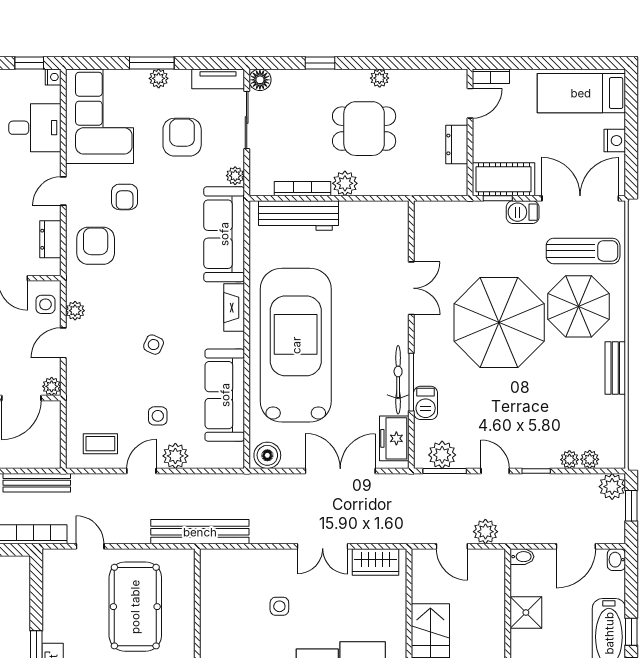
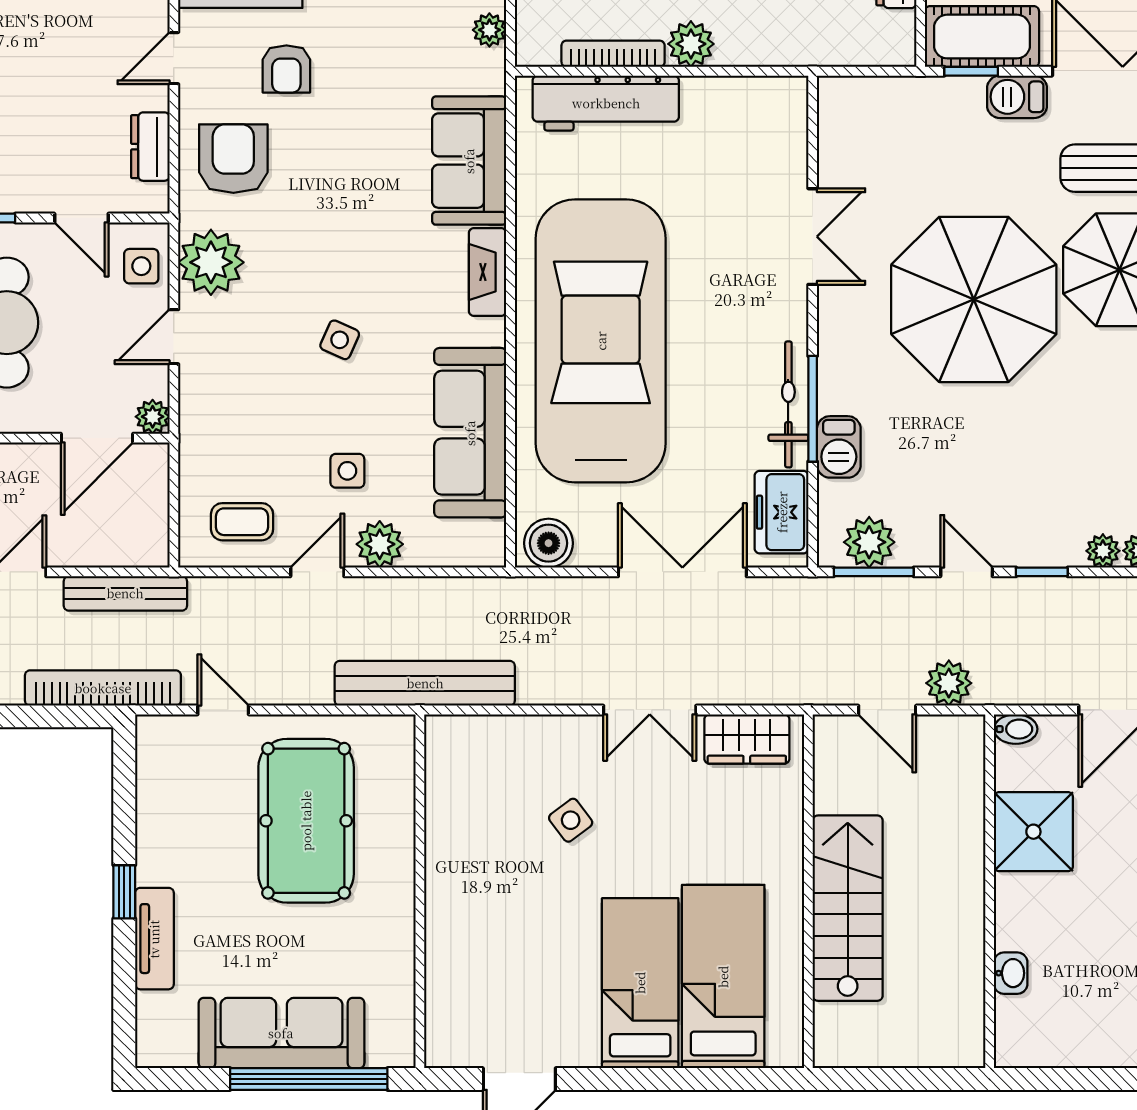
sofa: (224, 234) -> (469, 161), width x0.73
plant: (75, 311) -> (211, 262), width x1.88, depth x1.88
side table: (279, 606) -> (571, 820), turned -37
shower: (526, 613) -> (1033, 832), width x1.36, depth x1.36

